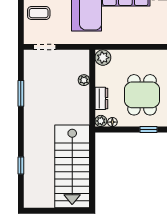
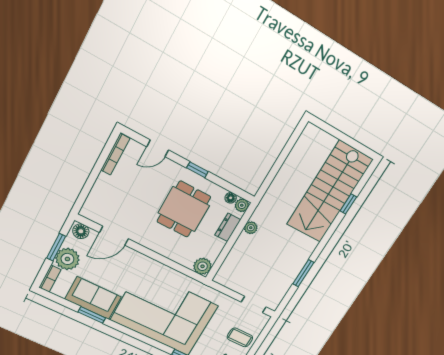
plant: (84, 80) -> (251, 228), moved
stairs: (72, 166) -> (330, 192), moved, turned 180

